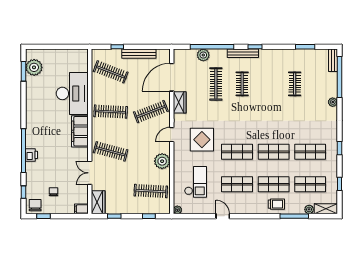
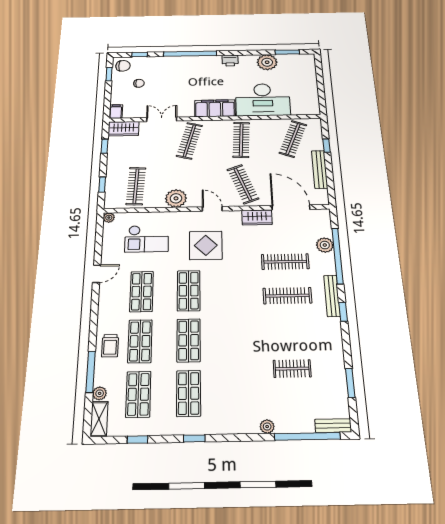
plant: (34, 67) -> (267, 62), moved
clothes rail: (242, 84) -> (287, 296), width x1.36
printer: (32, 155) -> (230, 61), moved

